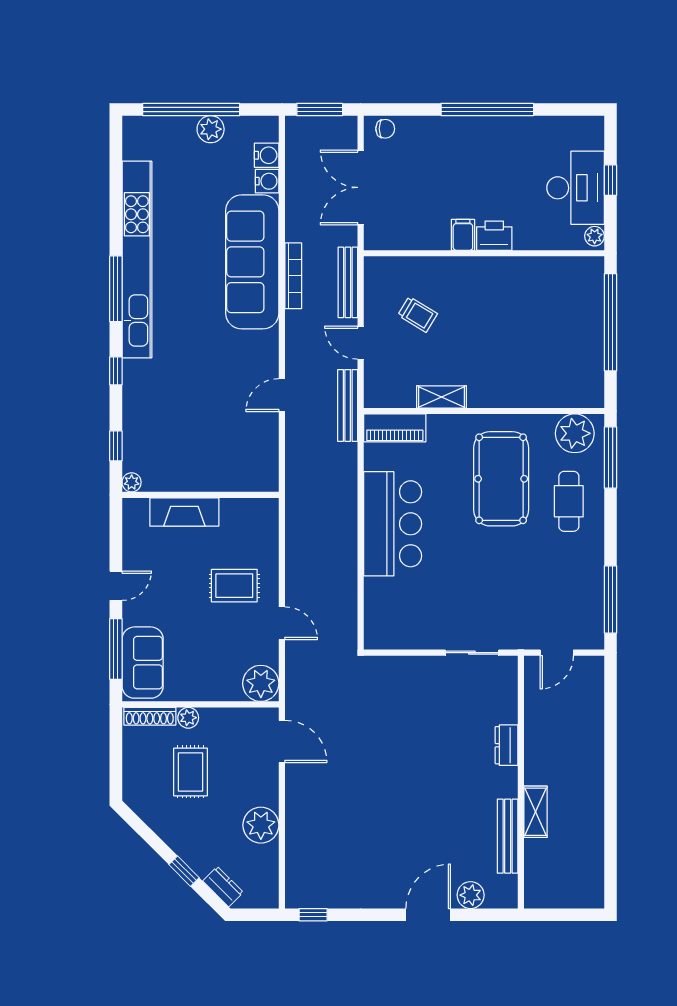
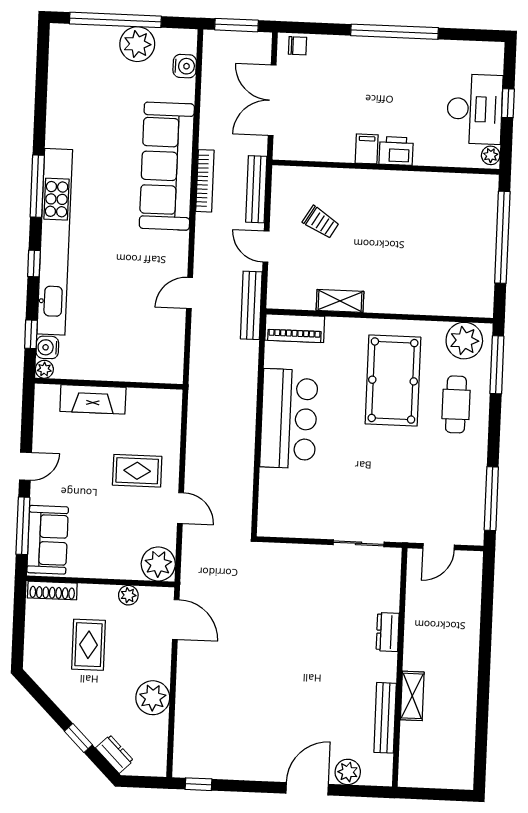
plant: (211, 129) -> (137, 44), width x1.36, depth x1.36
water cooler: (267, 181) -> (47, 347), moved, turned 180
kitchen unit: (137, 260) -> (55, 242), moved
plant: (188, 718) -> (128, 595), moved

